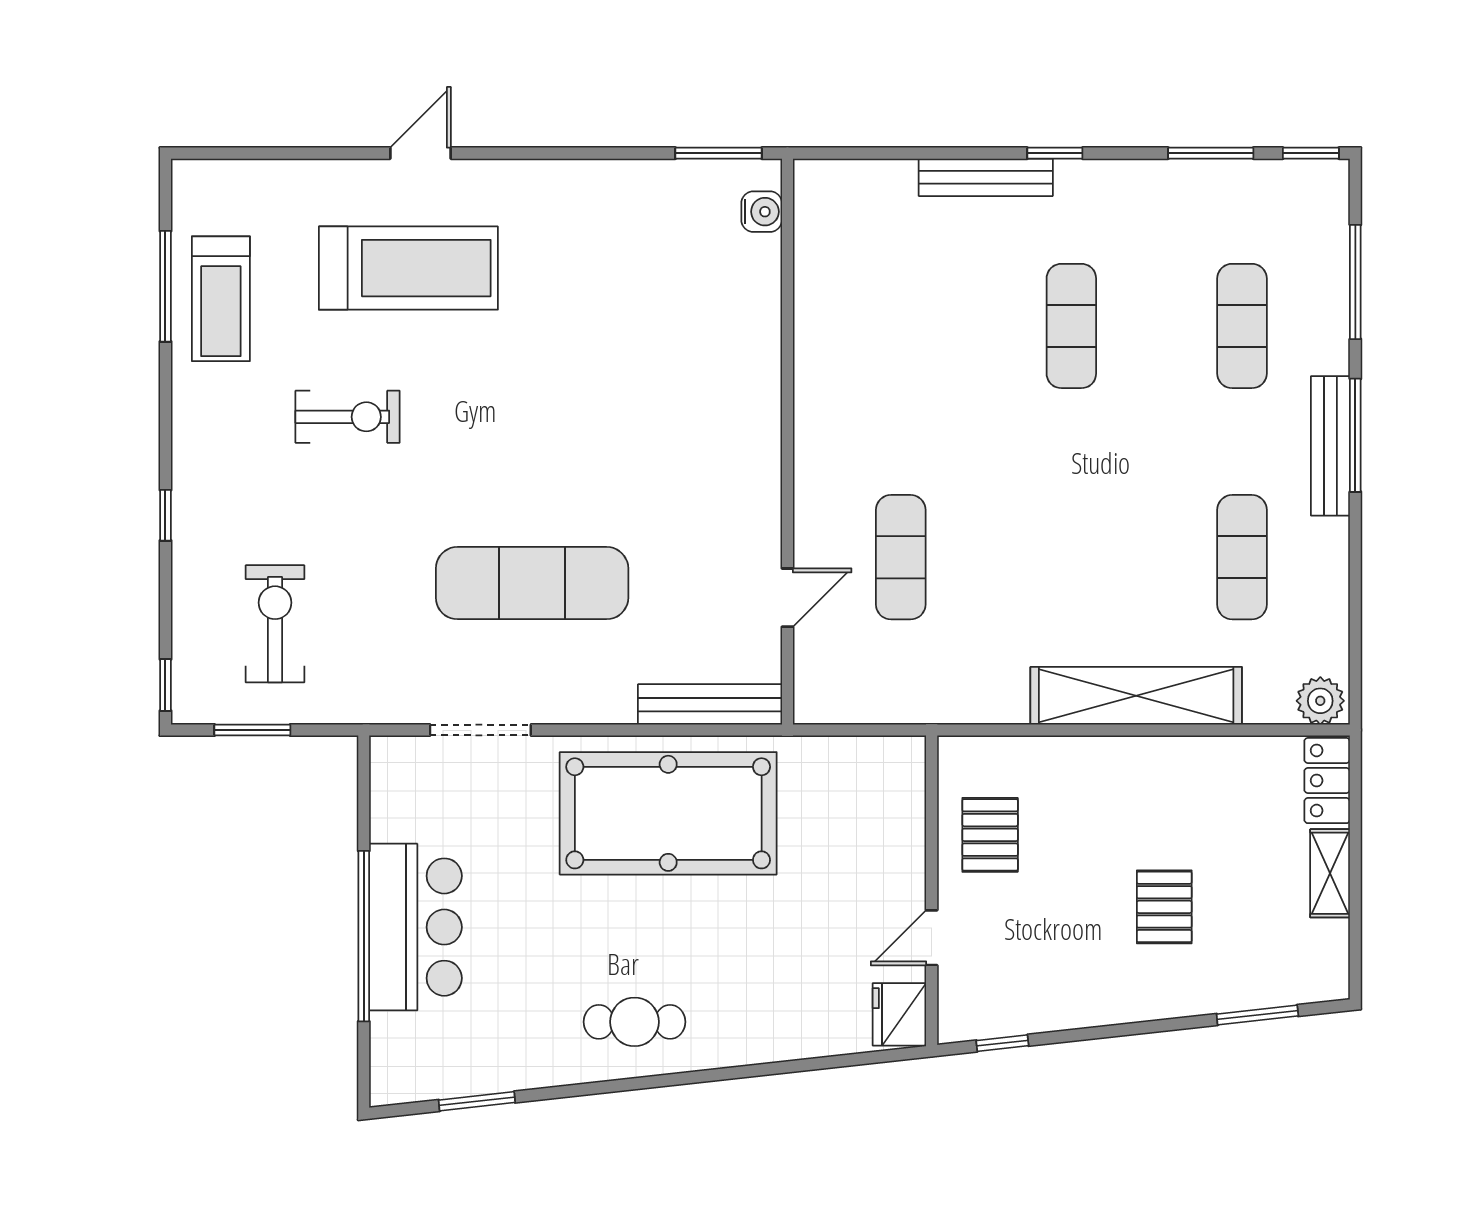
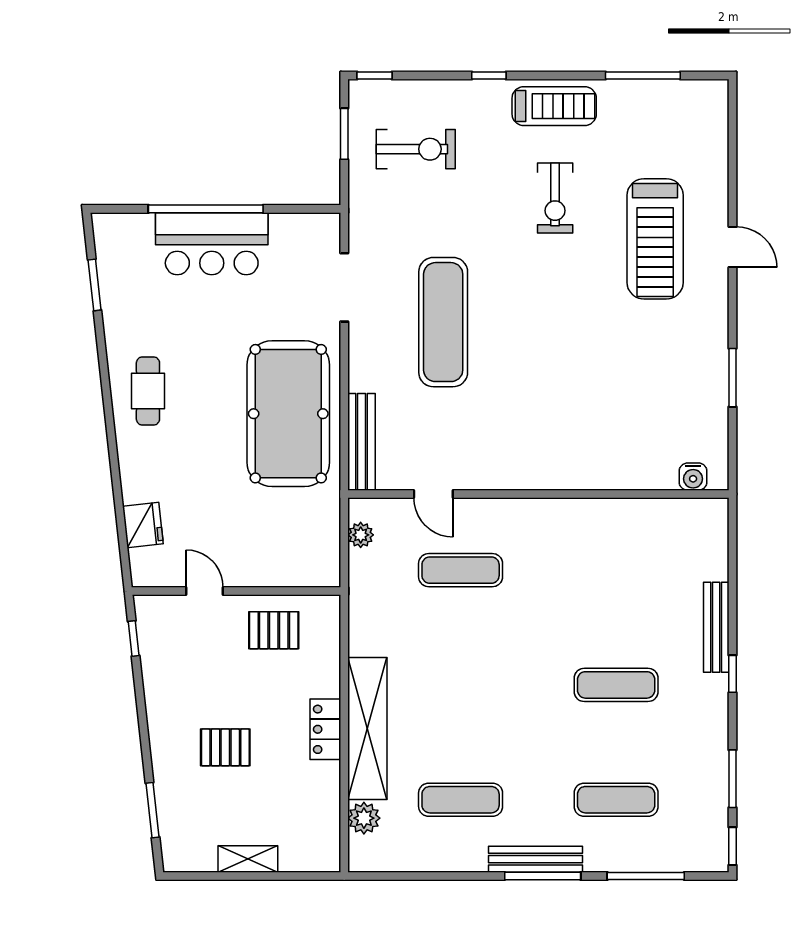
window: (719, 153) -> (732, 378), moved
treadmill: (221, 299) -> (554, 106), moved, turned 180
plant: (1320, 701) -> (364, 818), moved
plant: (848, 706) -> (361, 535), added
locker: (1327, 781) -> (325, 729), moved, turned -90
fridge: (899, 1014) -> (143, 525), moved, turned 84

